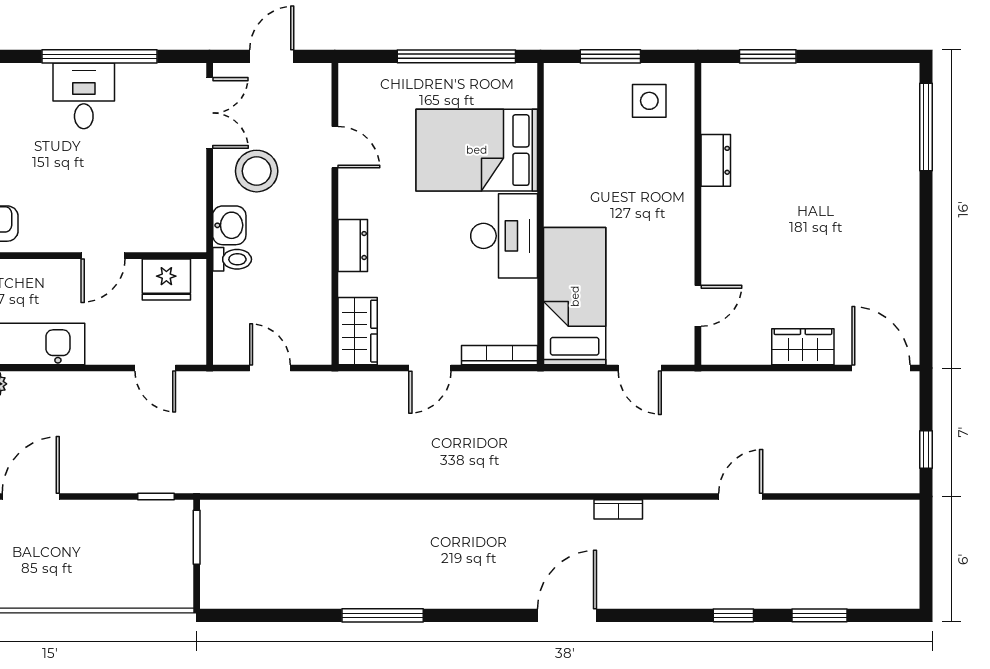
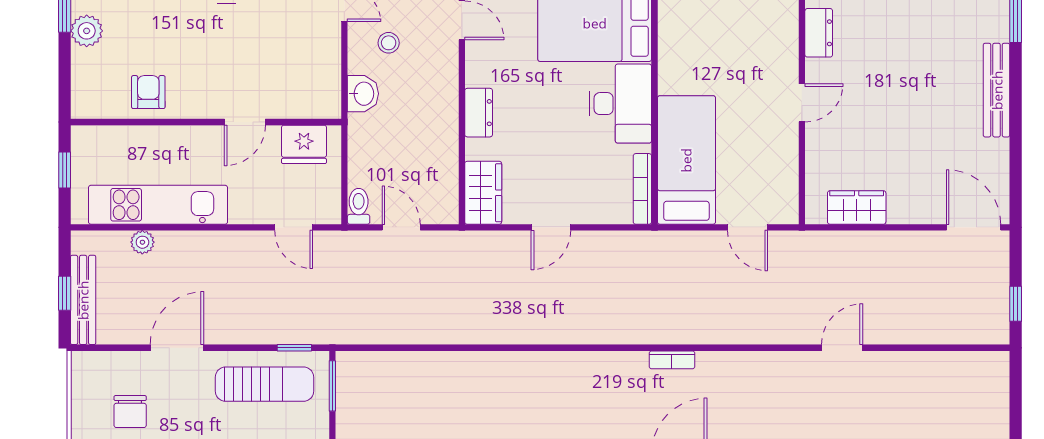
stool: (257, 171) -> (389, 43), width x0.53, depth x0.53
bench: (906, 221) -> (997, 90), added
toilet: (232, 259) -> (359, 206), moved, turned -90
door: (698, 306) -> (802, 103), moved
wardrobe: (803, 347) -> (857, 207), moved
bookcase: (499, 355) -> (642, 189), moved, turned -90
bookcase: (618, 509) -> (672, 360), moved
sun lounger: (124, 535) -> (264, 384), added

